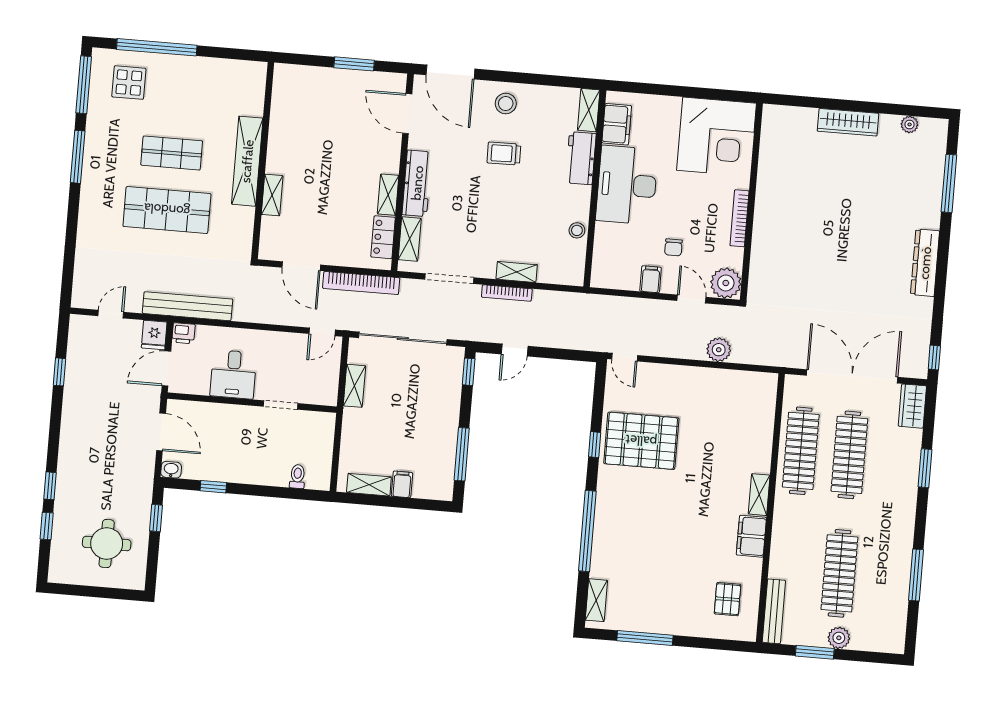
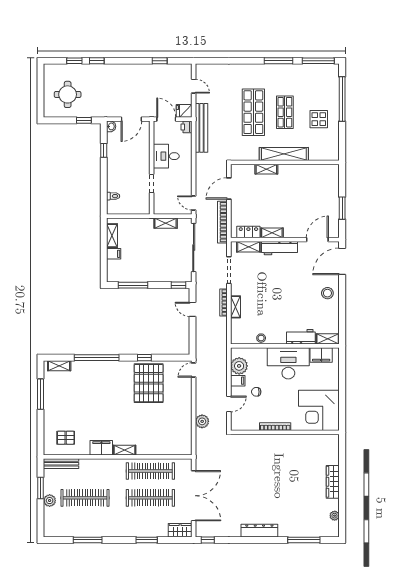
display table: (129, 83) -> (319, 119), moved
trolley: (504, 153) -> (300, 294), removed
plant: (726, 283) -> (239, 366), moved

